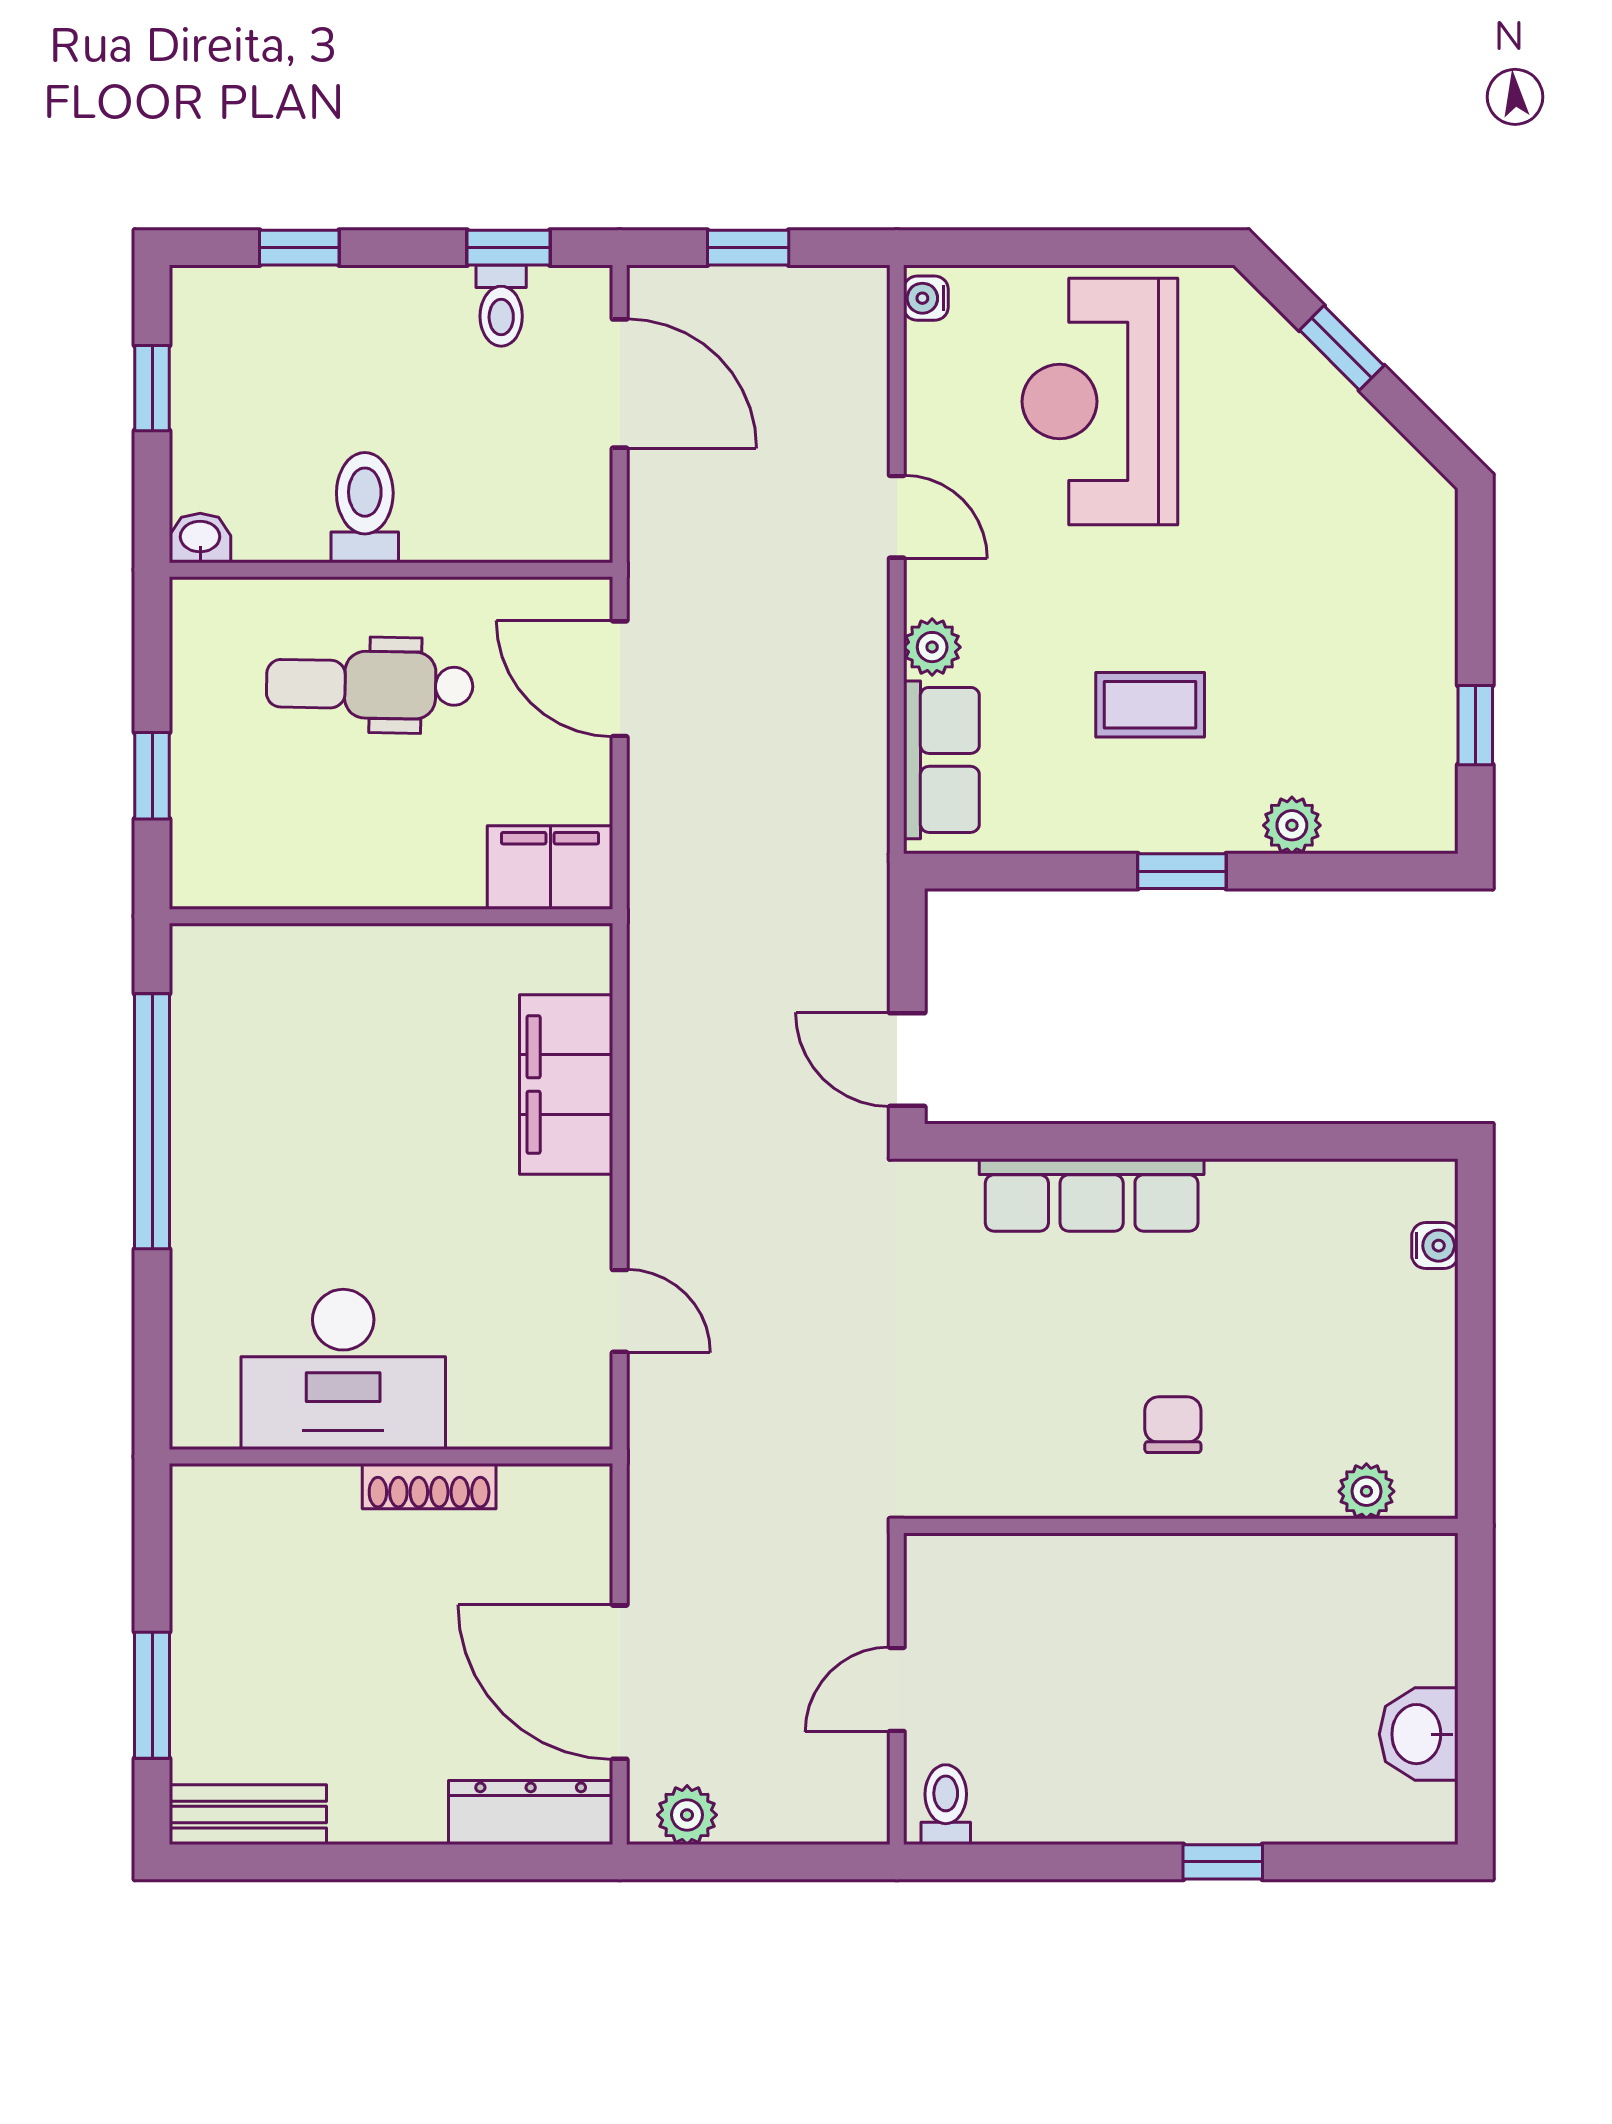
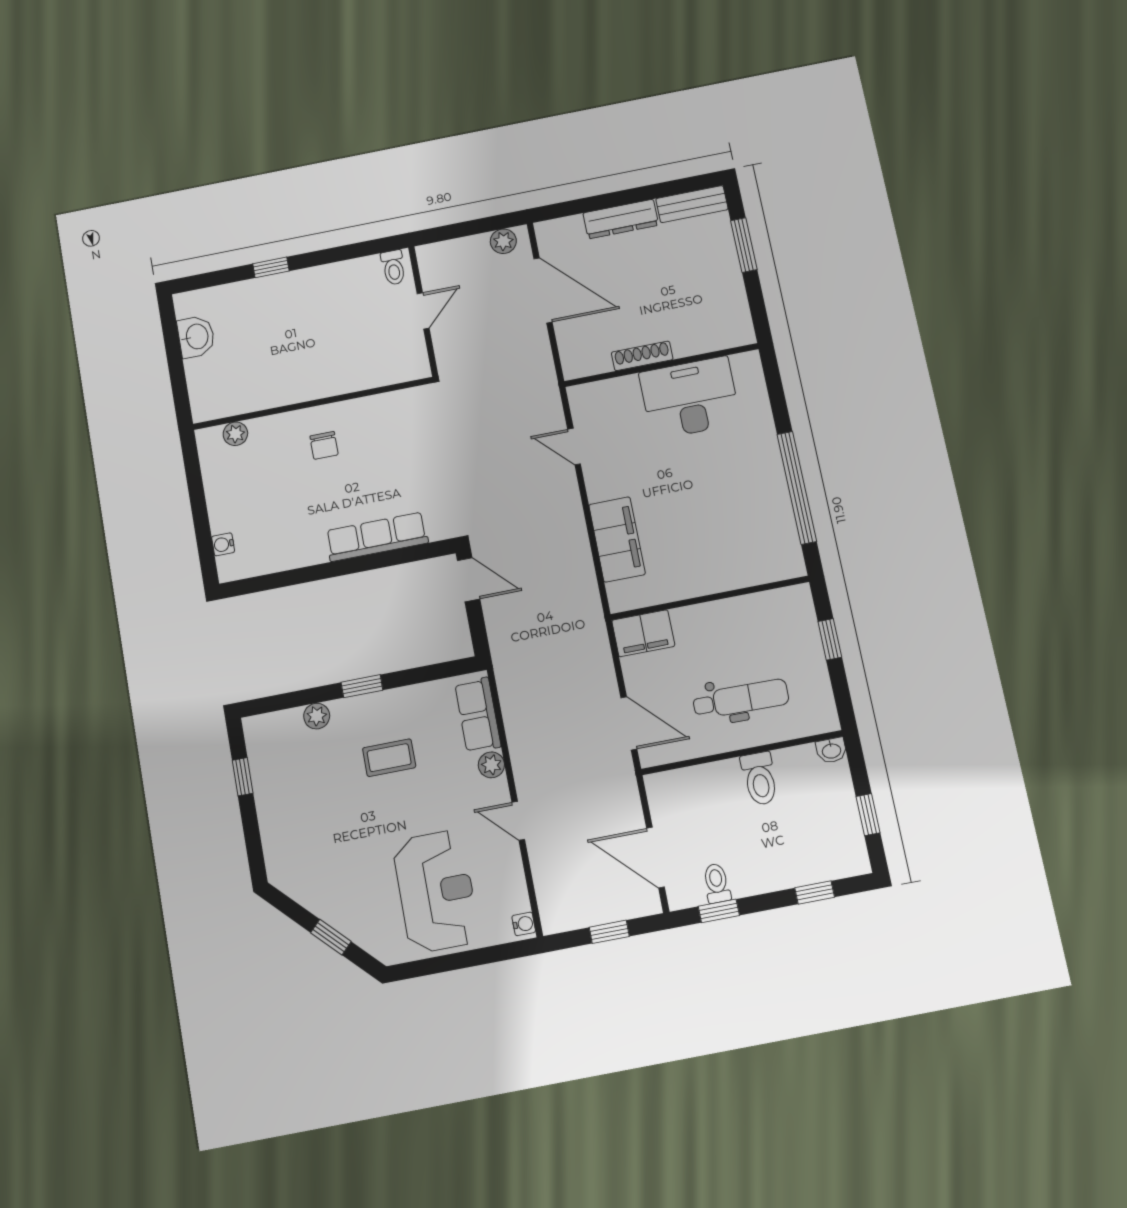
dresser: (531, 1812) -> (621, 219), moved

